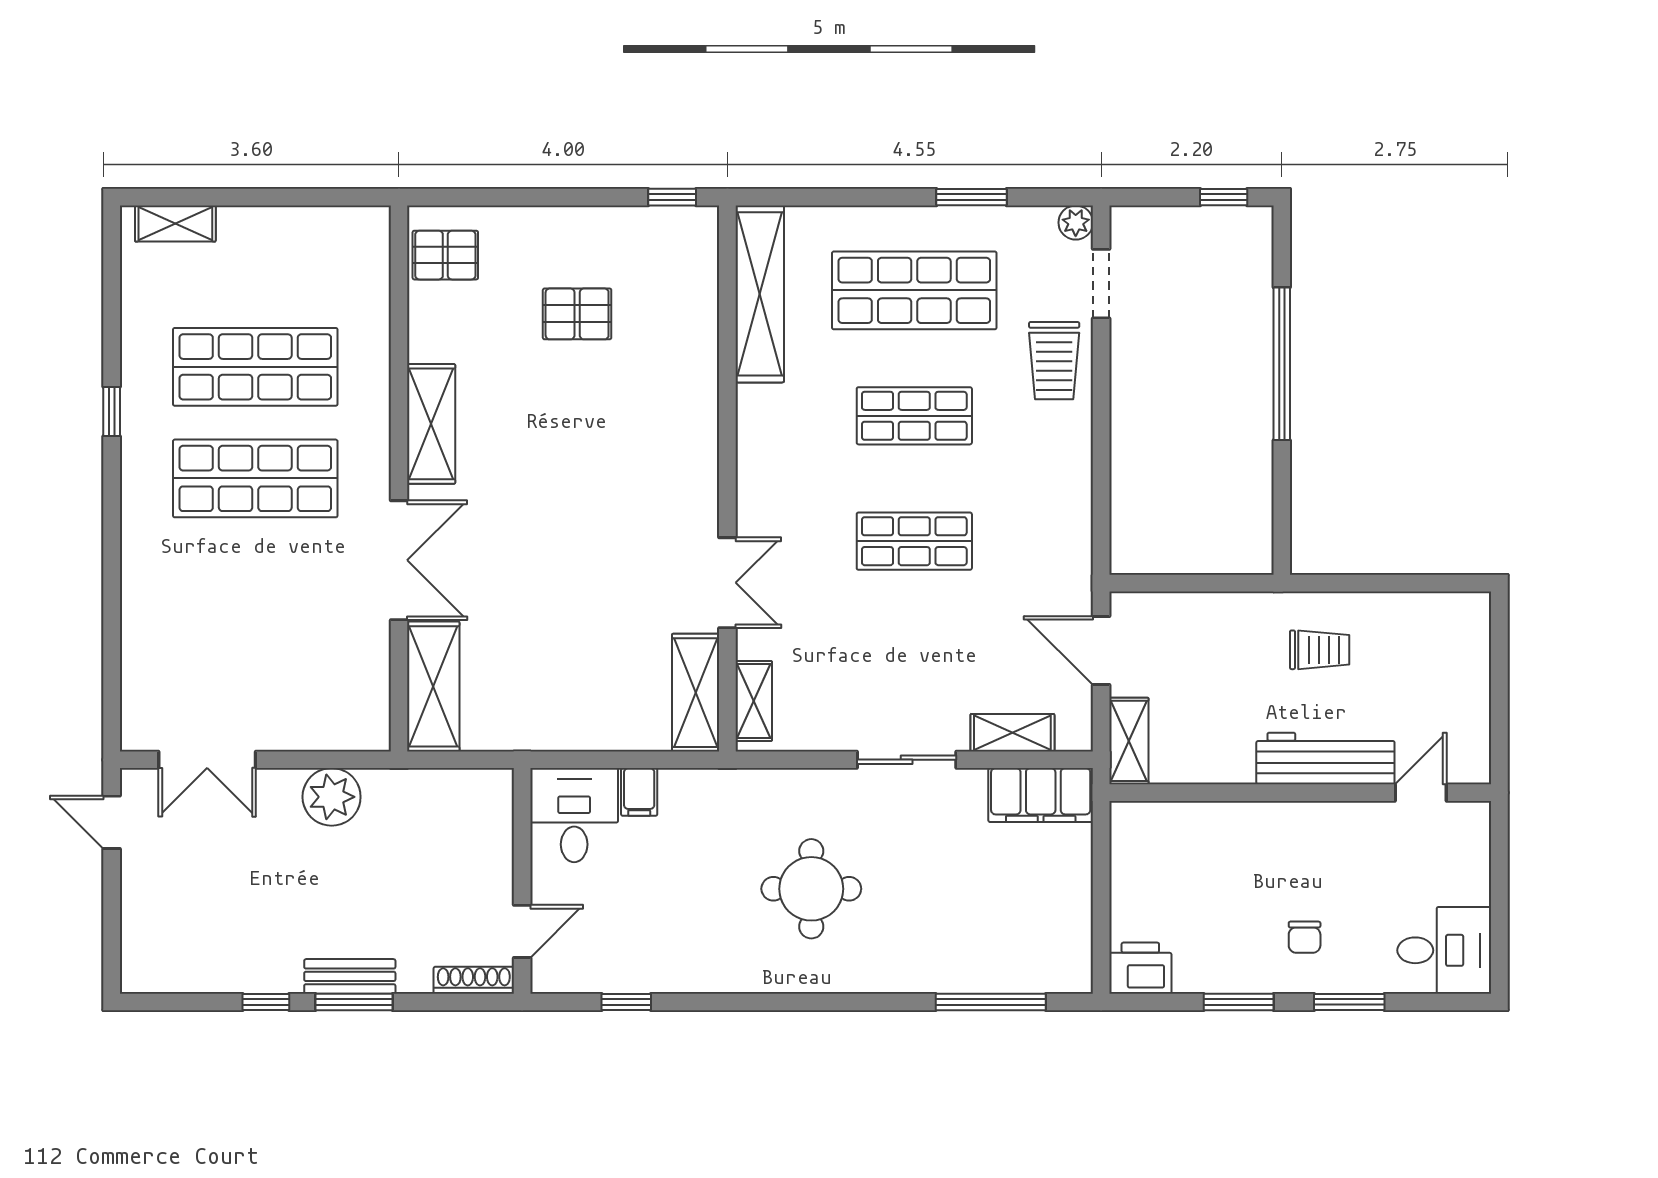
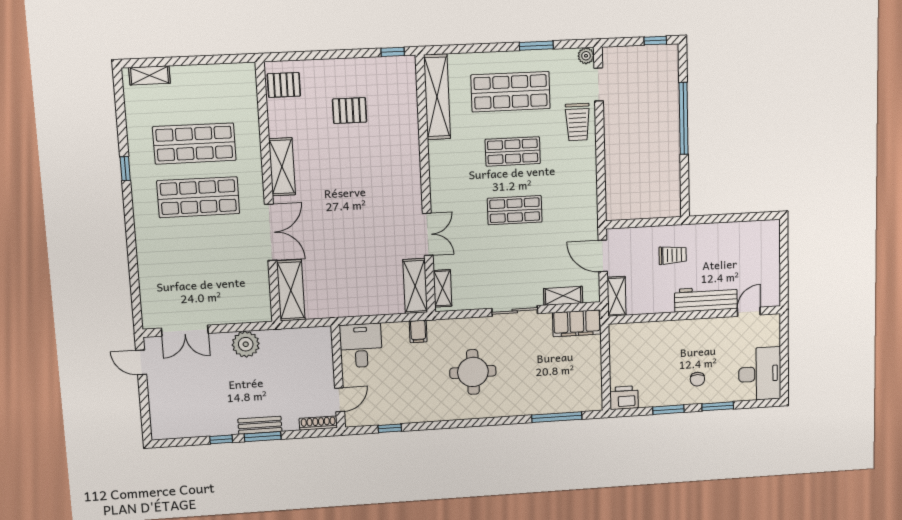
trolley: (1320, 650) -> (673, 255), moved
filing cabinet: (639, 792) -> (418, 331), moved
desk: (1444, 950) -> (760, 374), width x1.37

